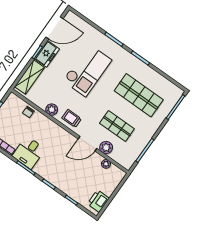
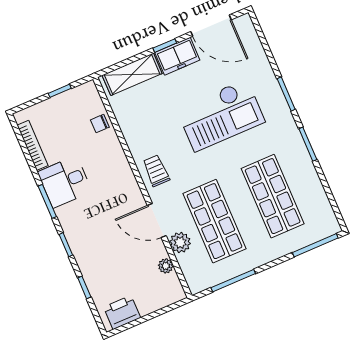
plant: (52, 110) -> (135, 140), removed
shop shelf: (117, 126) -> (215, 221), width x1.43, depth x1.36

